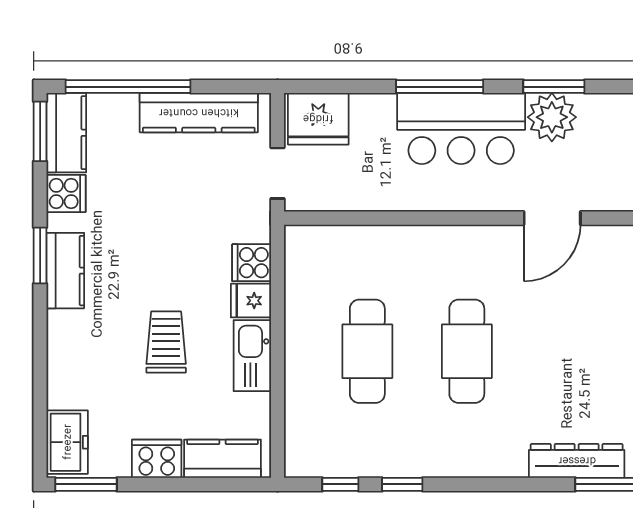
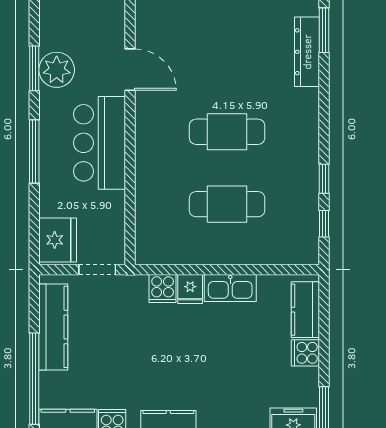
bar counter: (461, 128) -> (100, 143), moved, turned 180
trolley: (166, 342) -> (220, 351), removed
cooker: (157, 459) -> (305, 353), width x0.73

